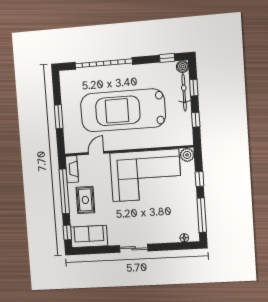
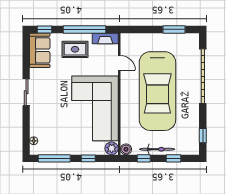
boiler: (182, 67) -> (126, 149), moved
bicycle: (184, 92) -> (157, 149), moved
car: (123, 110) -> (157, 91), turned 180
window: (59, 117) -> (174, 29), moved

